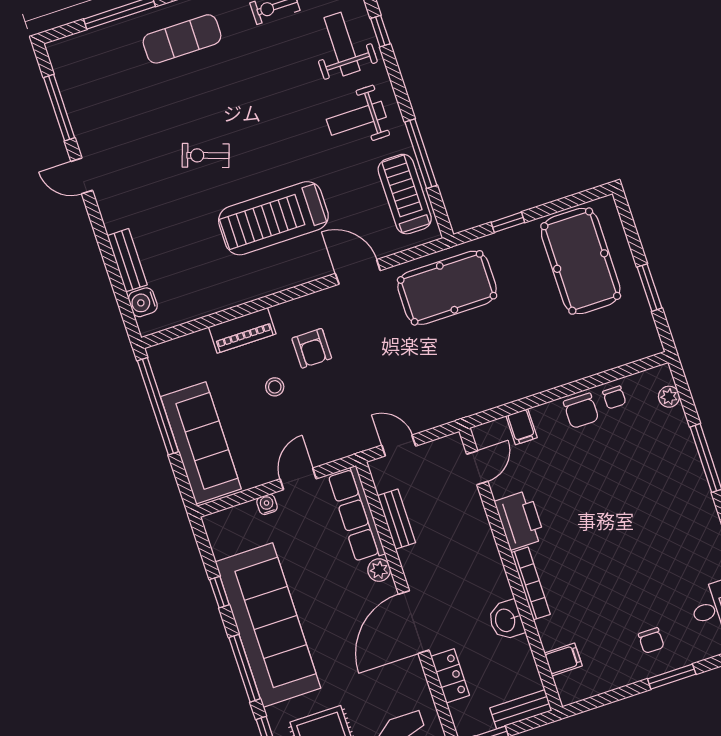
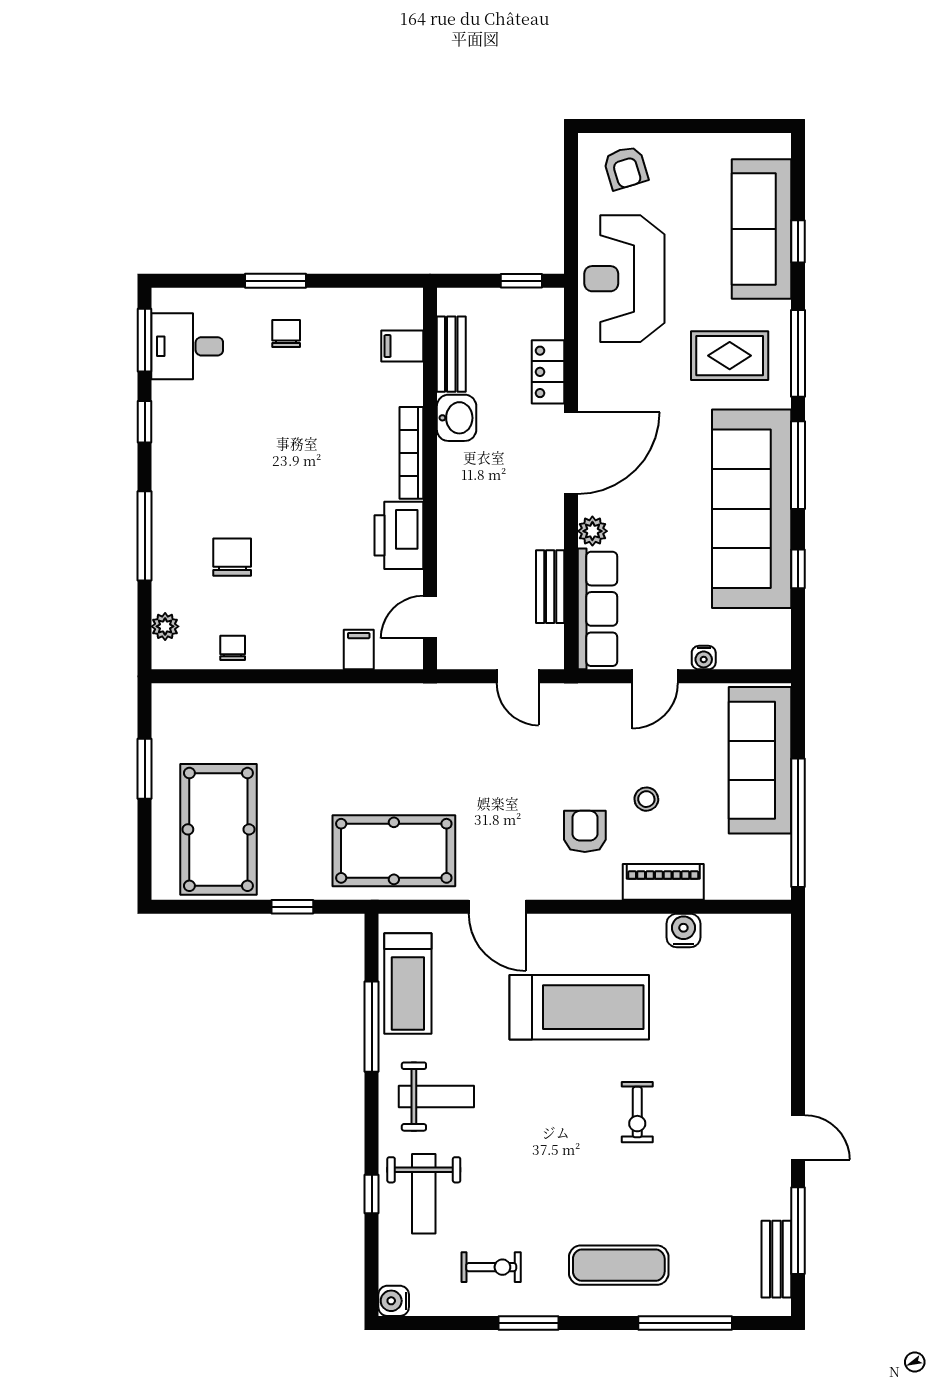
exercise bike: (206, 155) -> (637, 1112), turned 71
bench: (127, 260) -> (776, 1259), moved
water cooler: (143, 302) -> (683, 930), moved, turned -90
chair: (581, 411) -> (232, 557), moved
bench: (521, 709) -> (451, 354), moved, turned 90

